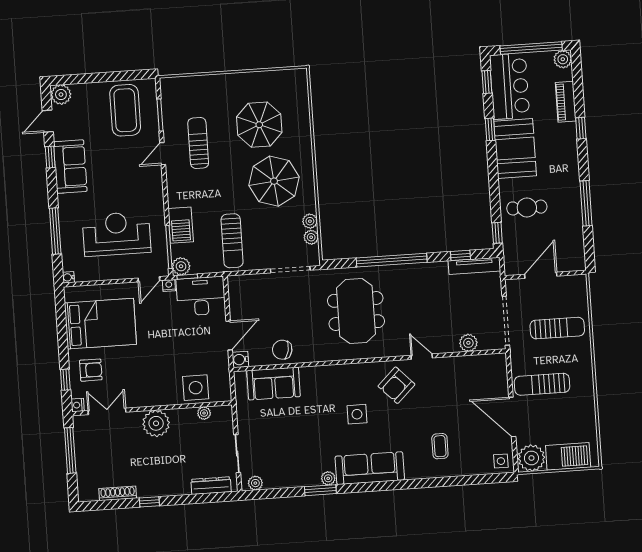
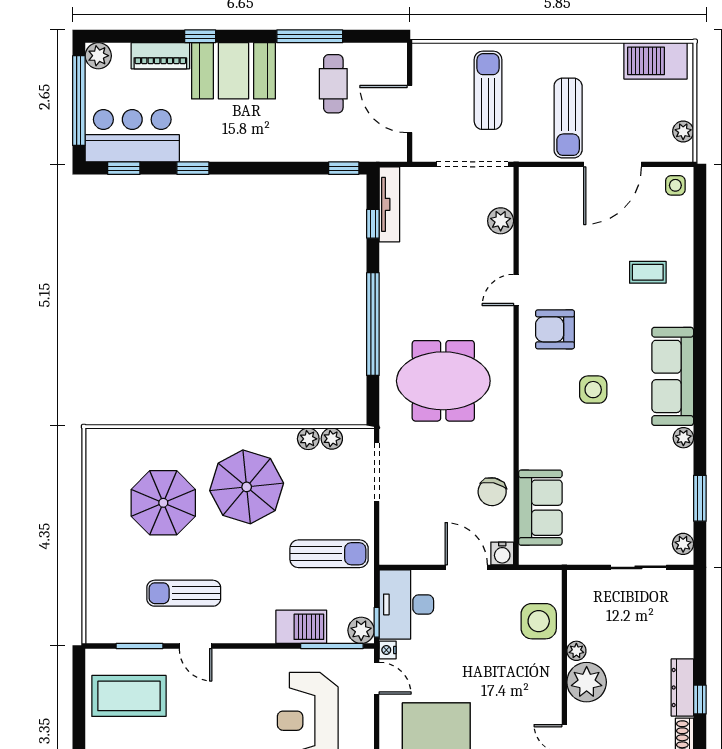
booth: (515, 149) -> (233, 71), moved
cafe table: (527, 208) -> (333, 84), moved
armchair: (396, 385) -> (555, 329), turned 134
plant: (204, 413) -> (576, 651), moved
barbecue: (568, 456) -> (655, 61), moved, turned -90
plant: (531, 458) -> (683, 131), width x0.53, depth x0.53
dresser: (211, 486) -> (682, 687), moved
window: (320, 490) -> (700, 498), moved

